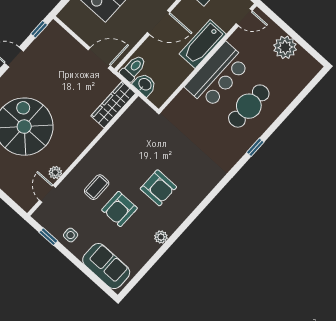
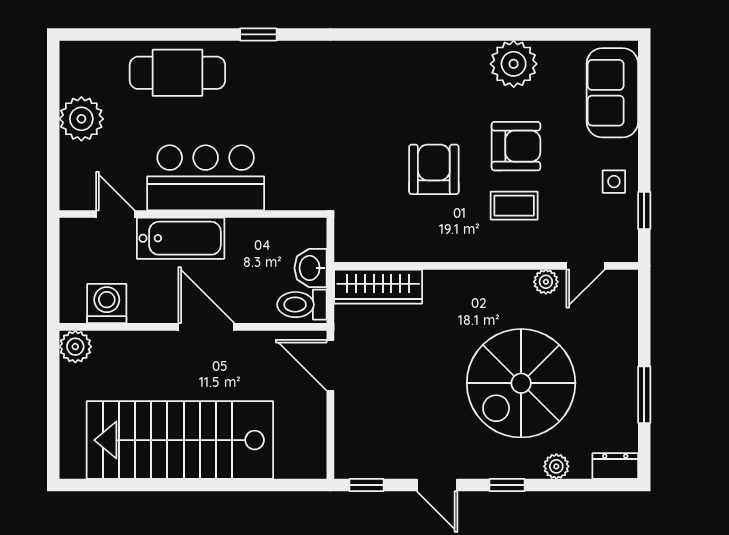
door: (244, 17) -> (115, 214), moved
cafe table: (249, 106) -> (177, 73), moved
armchair: (158, 188) -> (434, 169), moved
plant: (161, 237) -> (514, 64), width x1.87, depth x1.87

